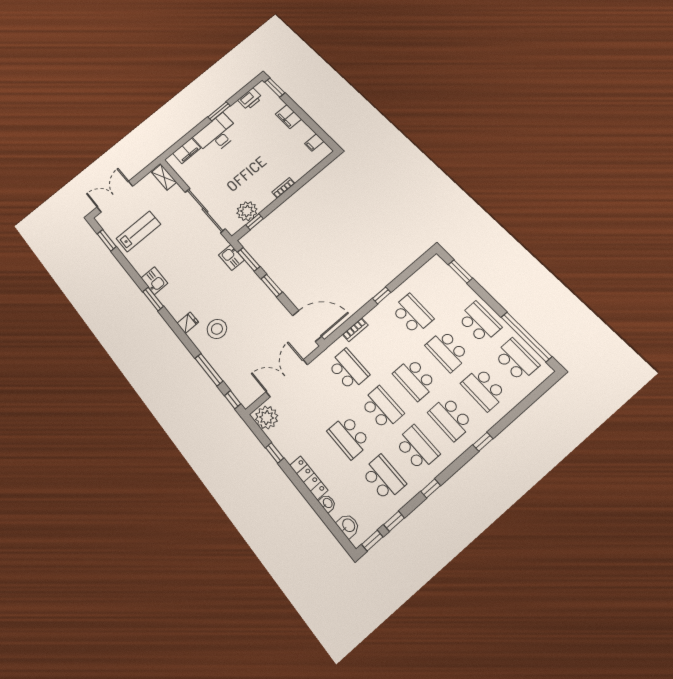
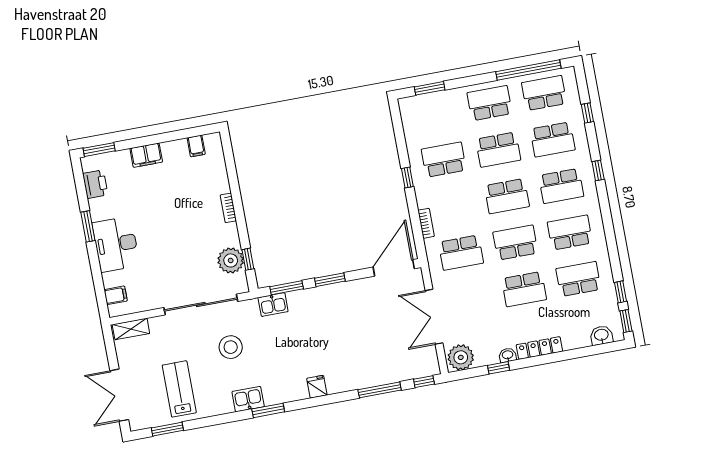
filing cabinet: (187, 151) -> (116, 295), width x0.50
stool: (217, 329) -> (231, 347), moved
school desk: (348, 370) -> (461, 253), turned 180
window: (431, 488) -> (587, 113), moved
washbasin: (327, 503) -> (508, 355), moved

